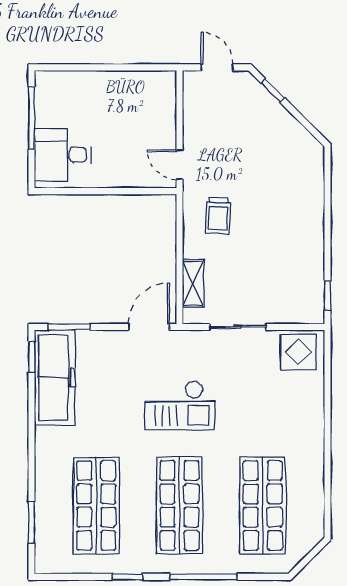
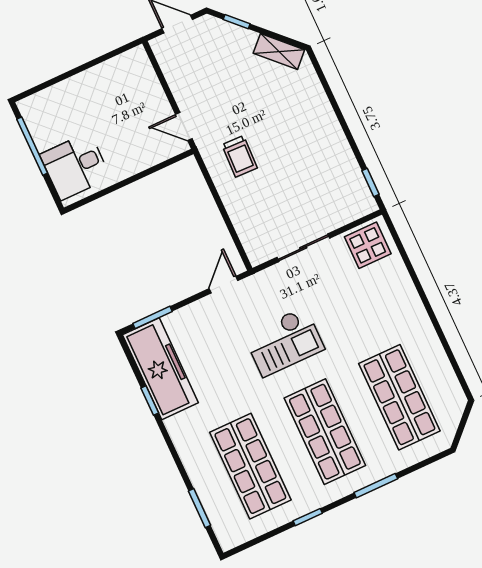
shelving: (193, 283) -> (279, 52), moved, turned -45
door: (149, 327) -> (224, 285), width x0.73
window: (32, 357) -> (150, 401), moved
window: (203, 577) -> (376, 486), width x0.69

